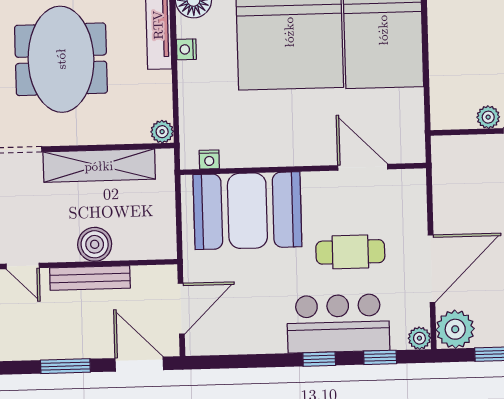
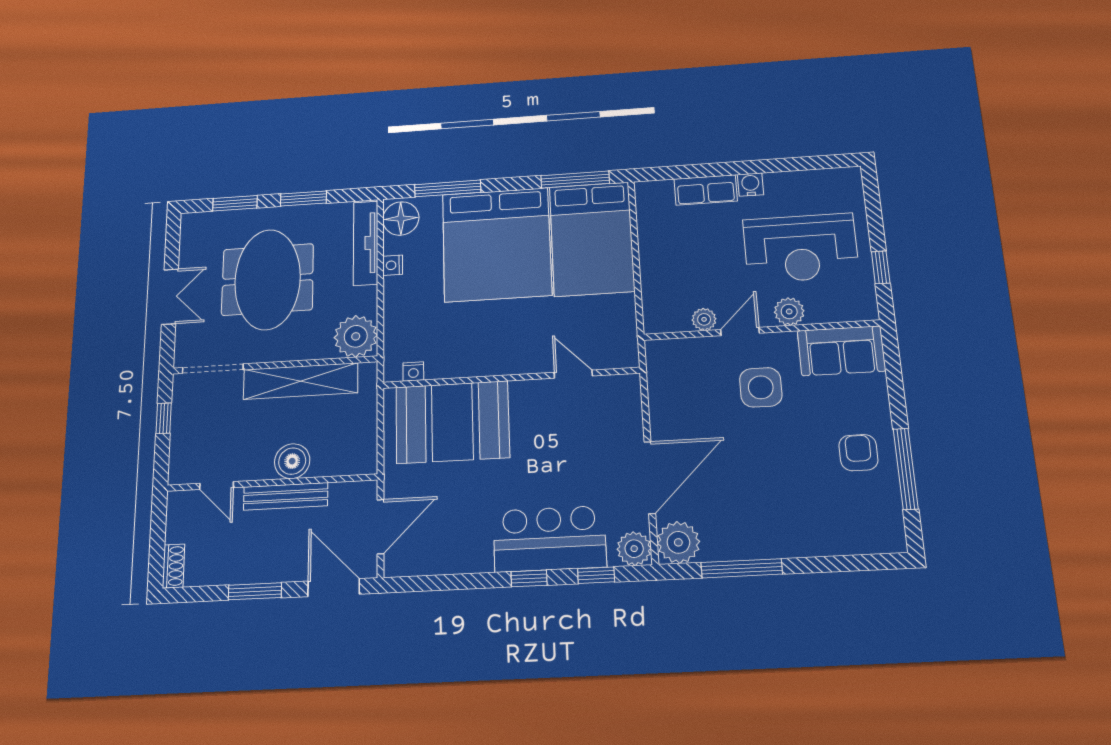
plant: (162, 132) -> (356, 336), width x1.87, depth x1.87
door: (363, 167) -> (573, 374), width x0.73
cafe table: (350, 252) -> (562, 462), removed
plant: (419, 338) -> (634, 549), width x1.38, depth x1.38

